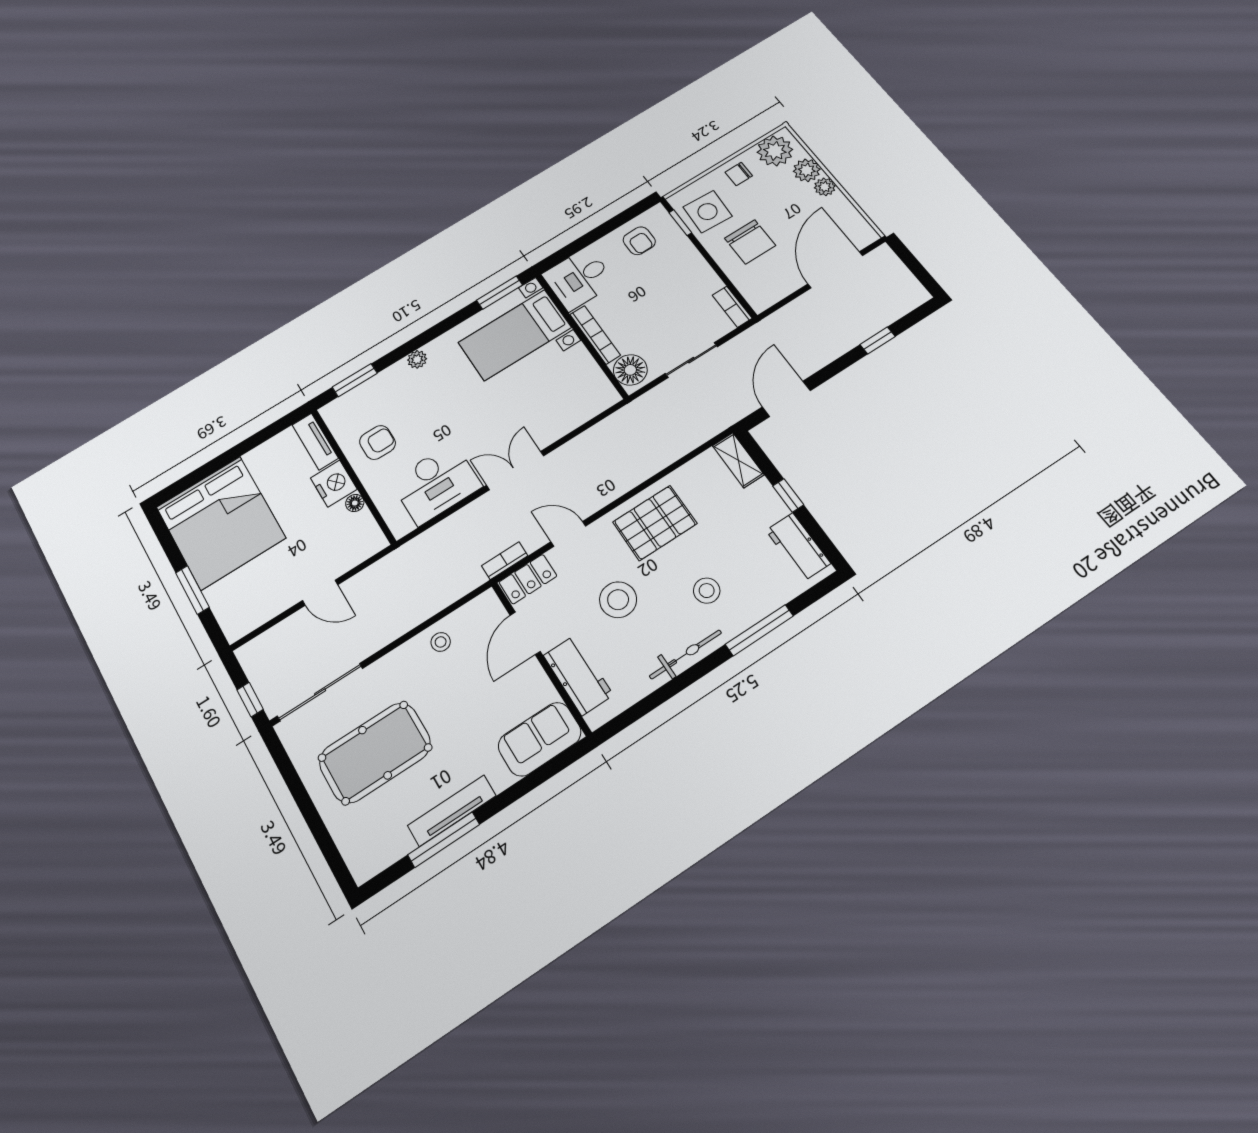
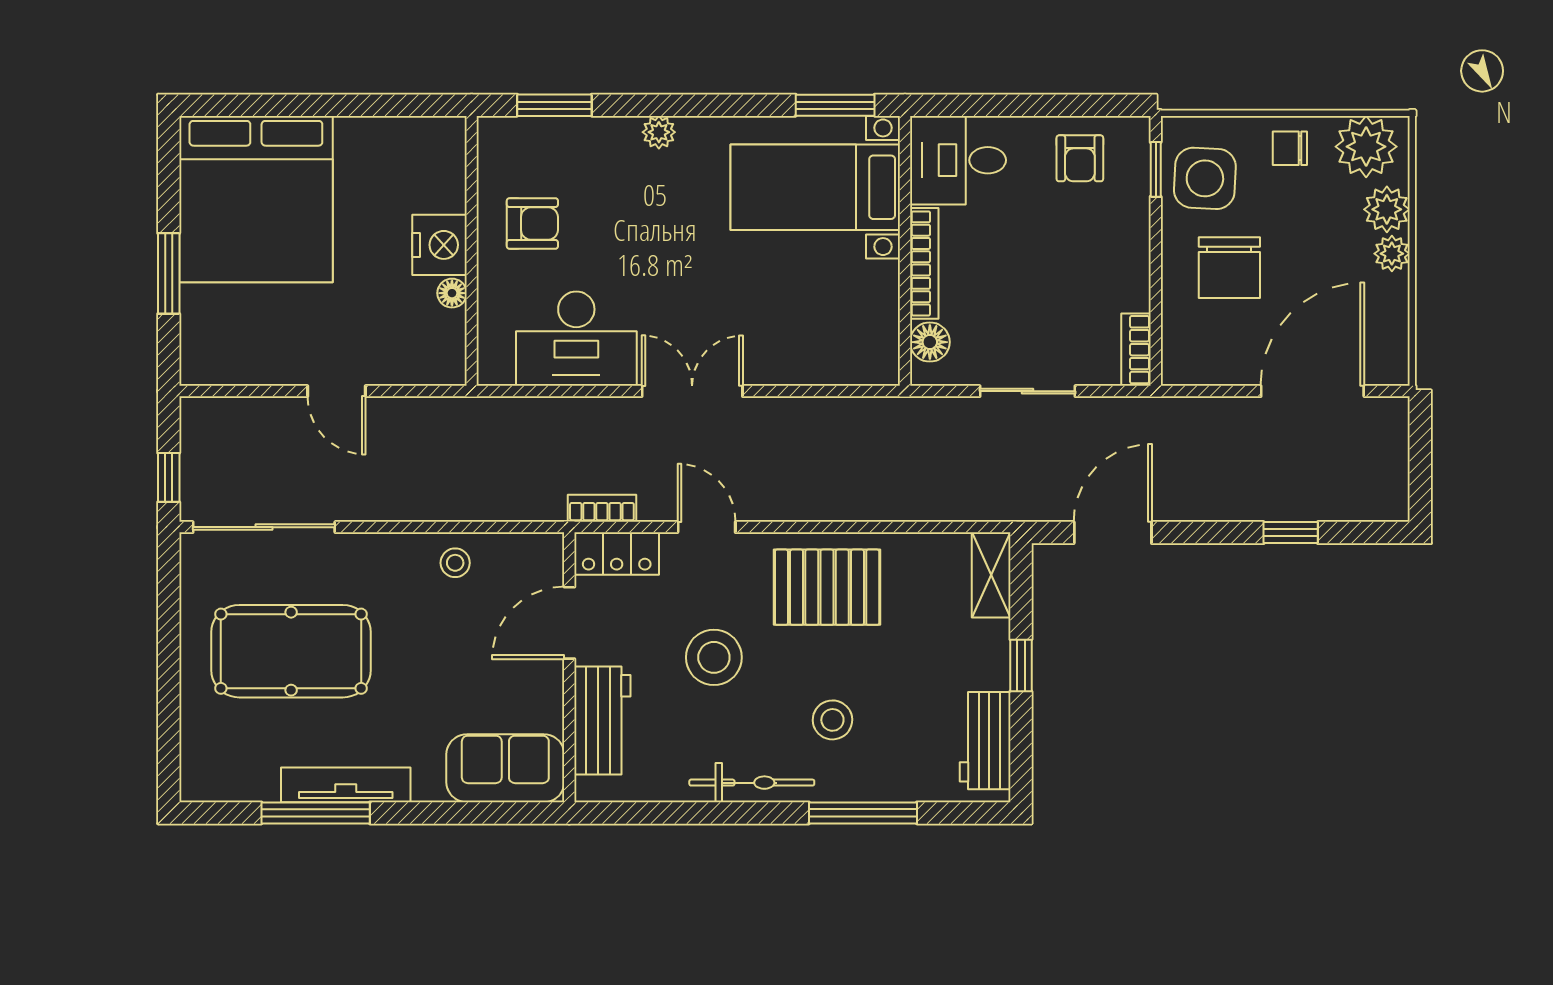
floor lamp: (630, 370) -> (930, 342), width x0.73, depth x0.73
tv unit: (315, 441) -> (448, 164), removed

